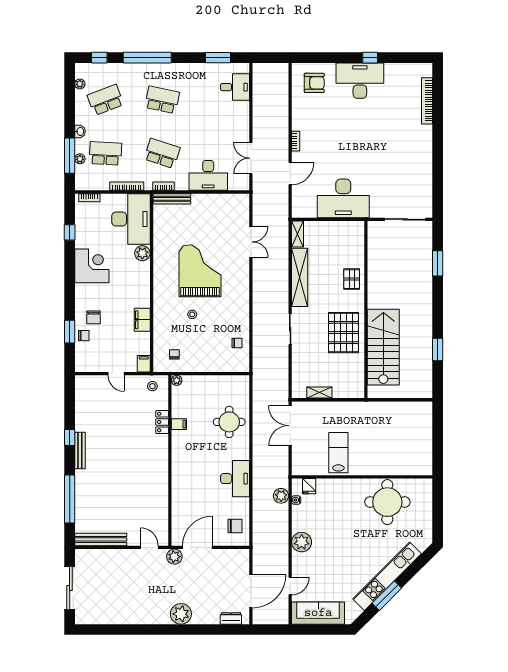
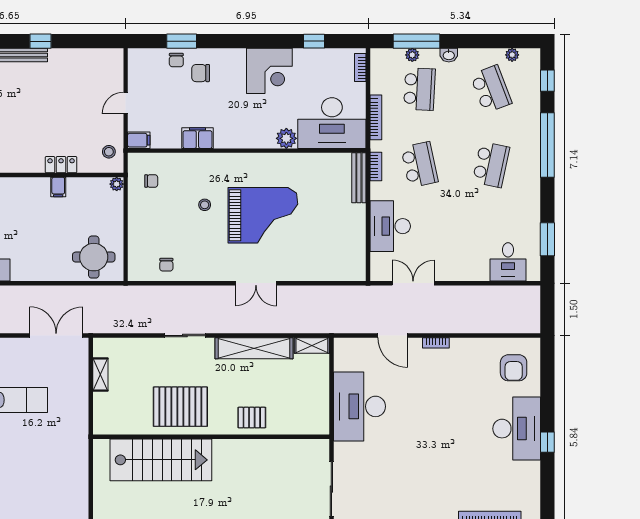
school desk: (162, 153) -> (419, 165), turned -30
double door: (251, 242) -> (256, 283), moved
round table: (229, 422) -> (94, 257), moved

